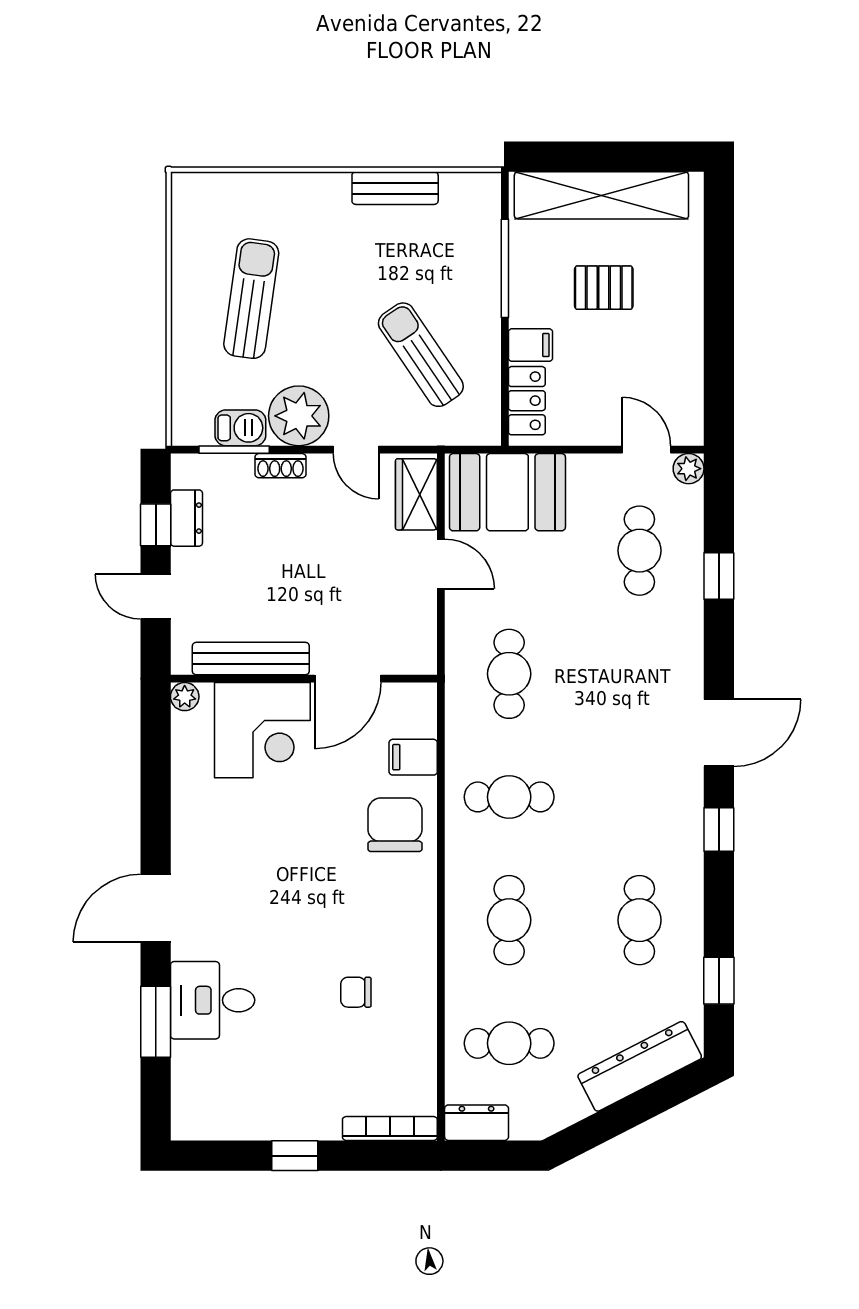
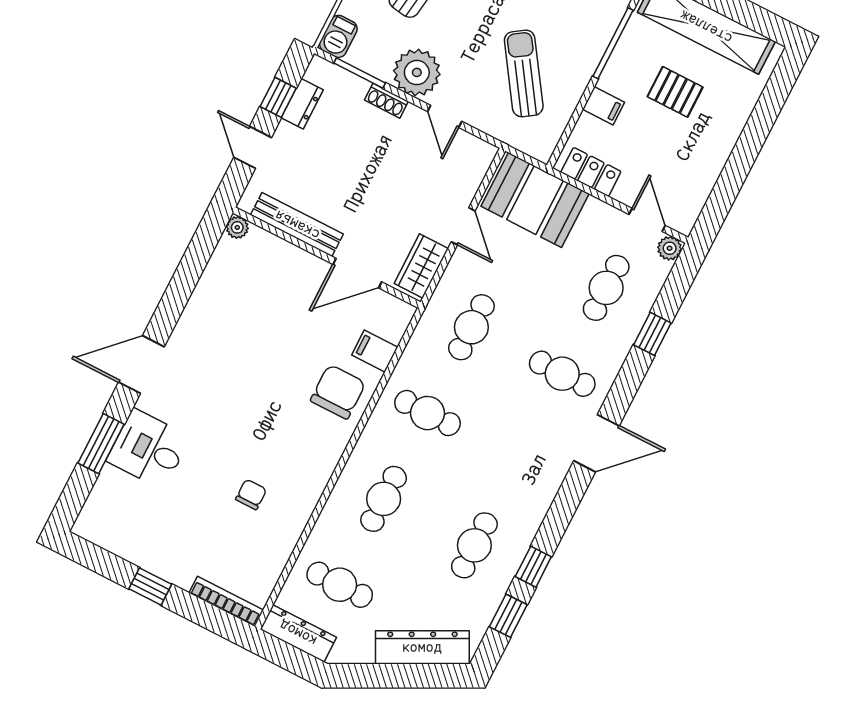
locker: (527, 401) -> (591, 172), moved, turned -90
barbecue: (240, 428) -> (338, 36), moved, turned 90
wardrobe: (416, 494) -> (421, 266), moved
cafe table: (639, 674) -> (562, 374), added
corner desk: (262, 730) -> (279, 279), removed
window: (719, 830) -> (533, 567), moved
chair: (356, 992) -> (251, 494), turned 90
dresser: (477, 1123) -> (298, 633), width x1.44

